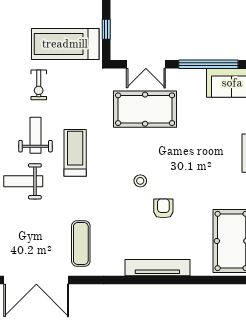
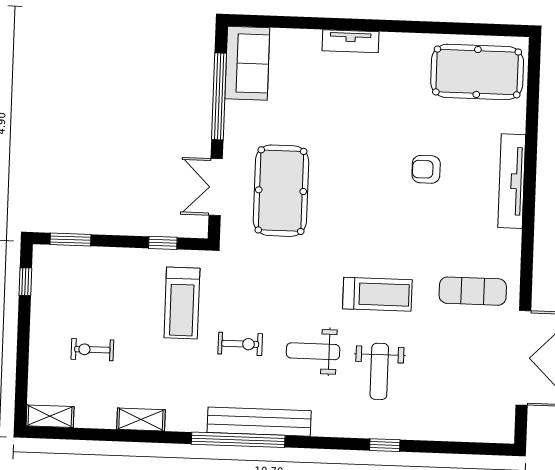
treadmill: (65, 44) -> (182, 303), width x0.73, depth x0.73
double door: (146, 64) -> (216, 187), swing flipped
treadmill: (75, 153) -> (377, 294), moved, turned 180
stool: (140, 181) -> (385, 201), removed

